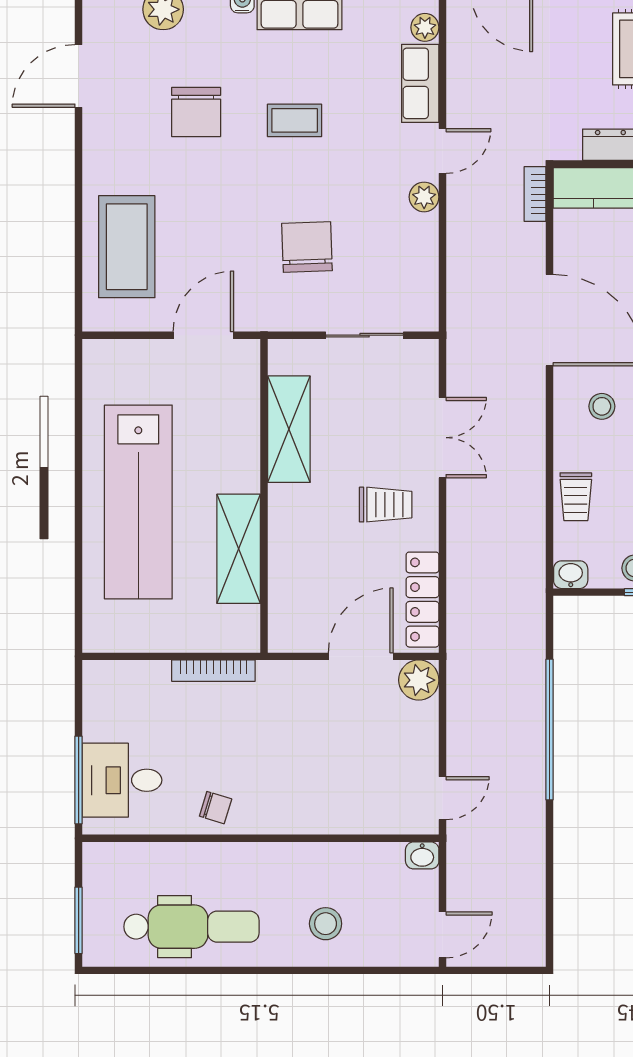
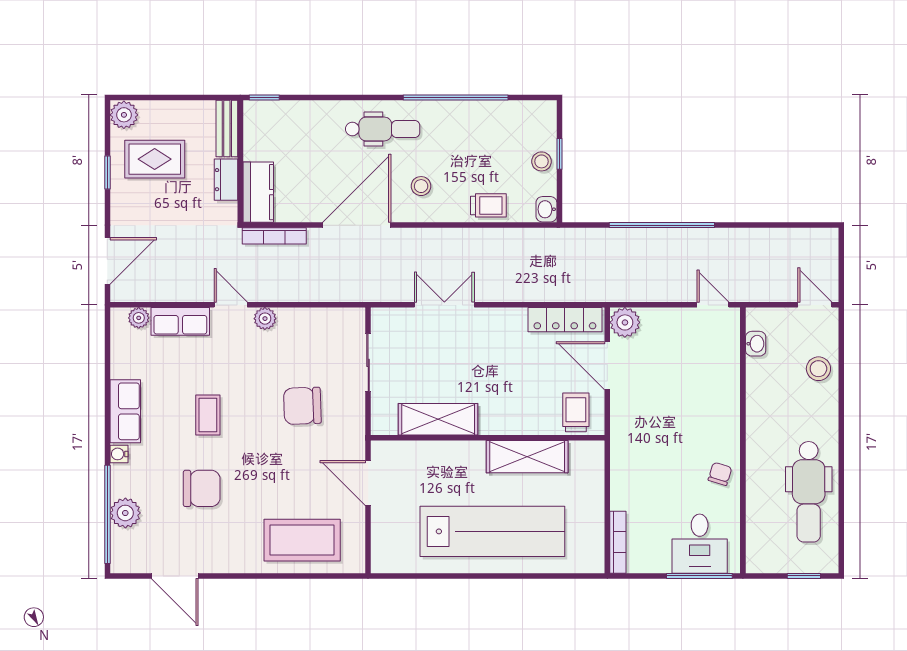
bookcase: (535, 194) -> (274, 236), width x1.56
trolley: (386, 505) -> (576, 412), moved
bookcase: (213, 671) -> (618, 542), moved
washbasin: (422, 855) -> (756, 344), moved
window: (79, 920) -> (804, 576), width x0.67
stool: (326, 924) -> (818, 369), moved
dental chair: (191, 927) -> (809, 492), turned 180

